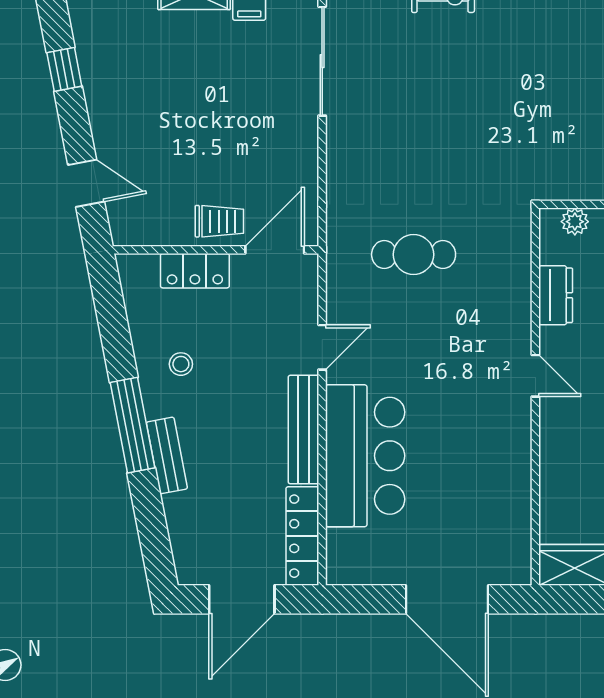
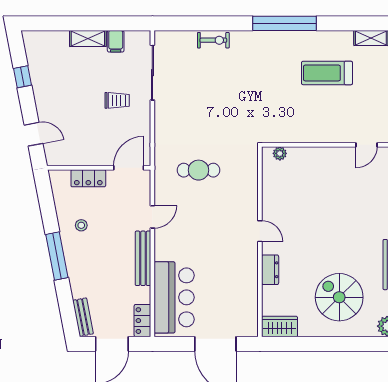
trolley: (219, 221) -> (117, 100), moved
dresser: (556, 295) -> (270, 270), moved
bench: (167, 455) -> (83, 317), moved
bar counter: (365, 456) -> (174, 297), moved
locker: (302, 536) -> (142, 321), width x0.66

